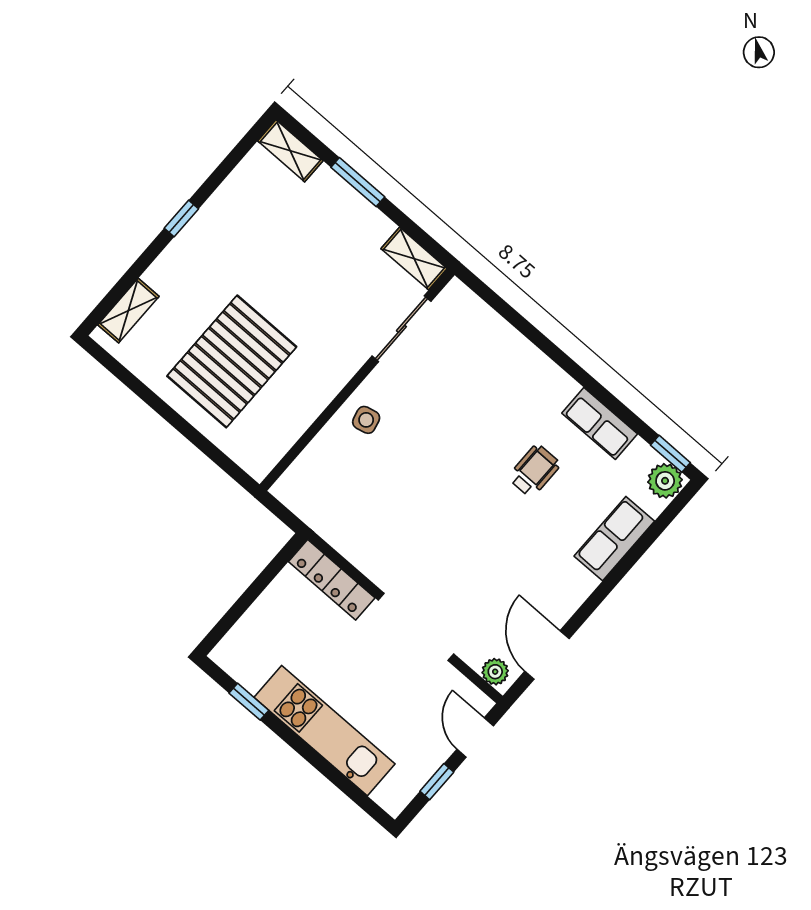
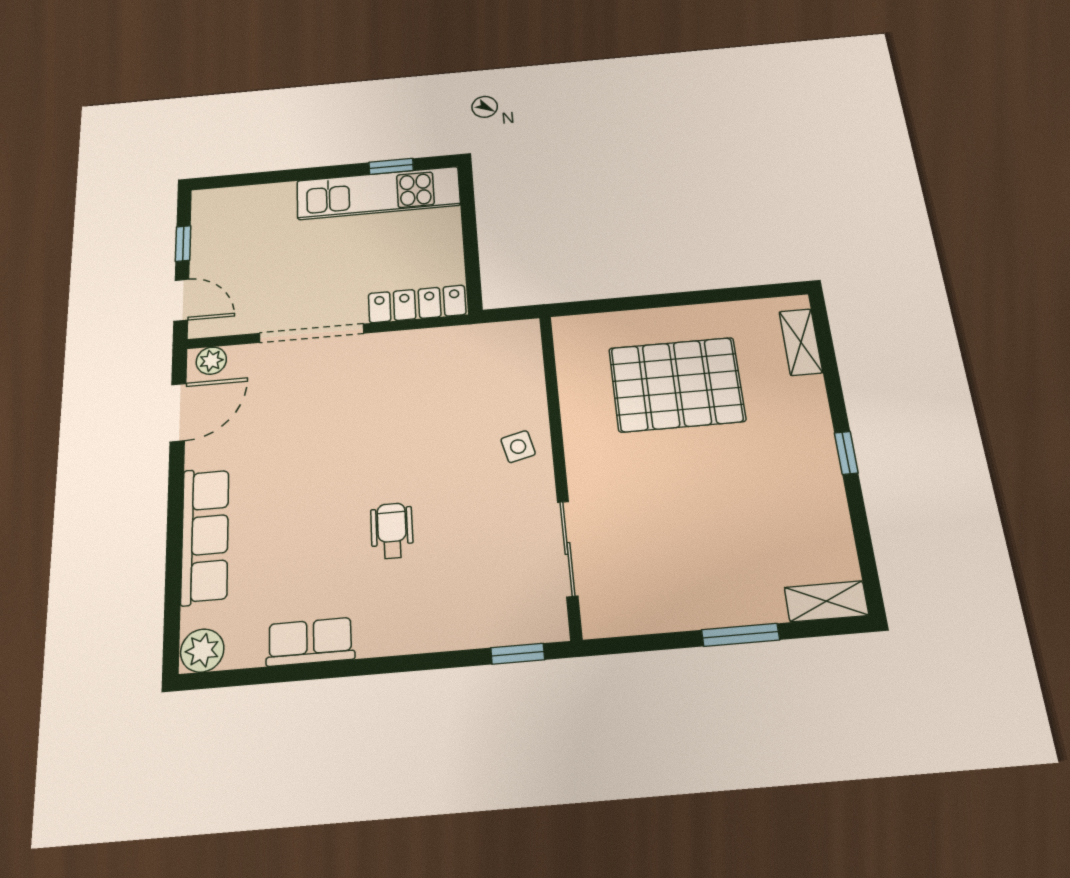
shelving: (414, 259) -> (620, 619), removed
pallet: (232, 361) -> (677, 384), turned 90
window: (670, 454) -> (518, 654), moved
wheelchair: (534, 471) -> (392, 531), moved, turned 180
row of seats: (614, 539) -> (205, 535), width x1.48
door: (547, 655) -> (178, 412), hinge flipped
kitchen unit: (325, 731) -> (378, 193), moved

